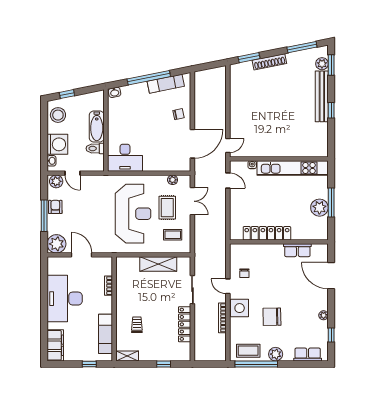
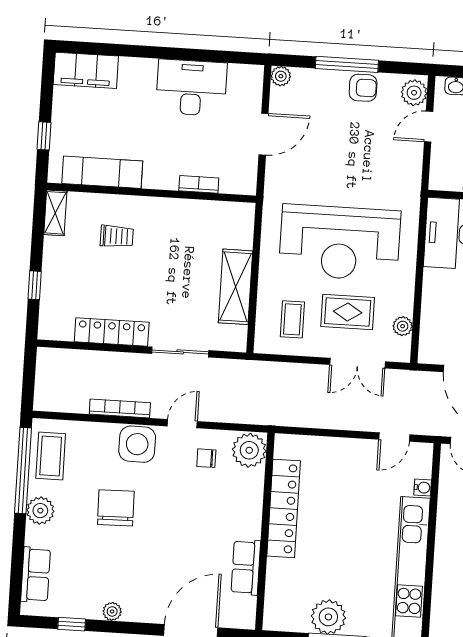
plant: (56, 244) -> (281, 76), width x0.53, depth x0.53
plant: (239, 252) -> (249, 450), added
desk: (65, 299) -> (191, 88), width x0.73, depth x0.77

